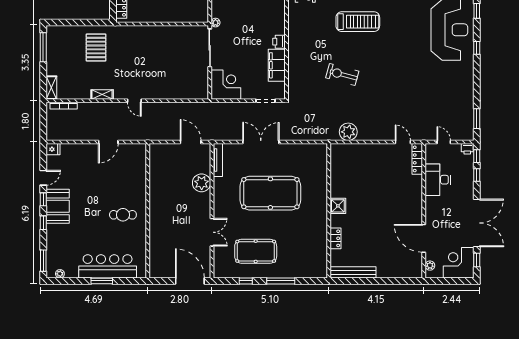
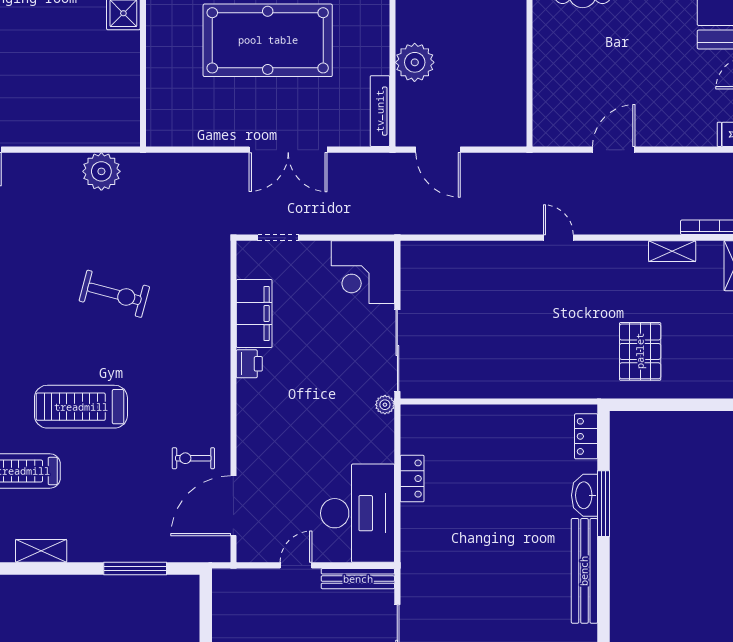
shelving: (102, 94) -> (672, 251), moved

